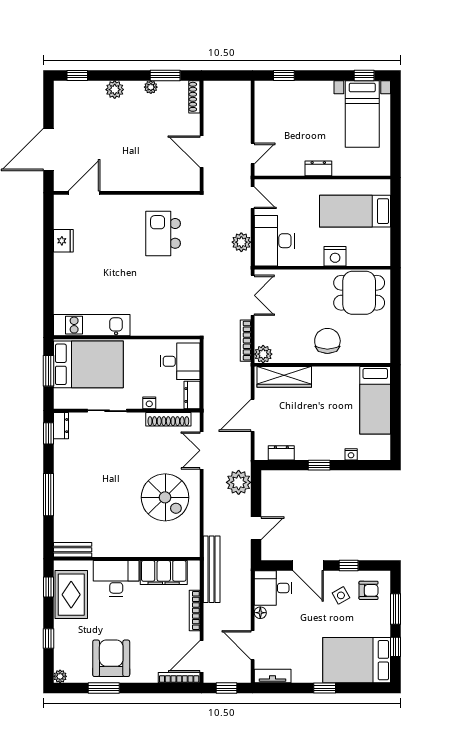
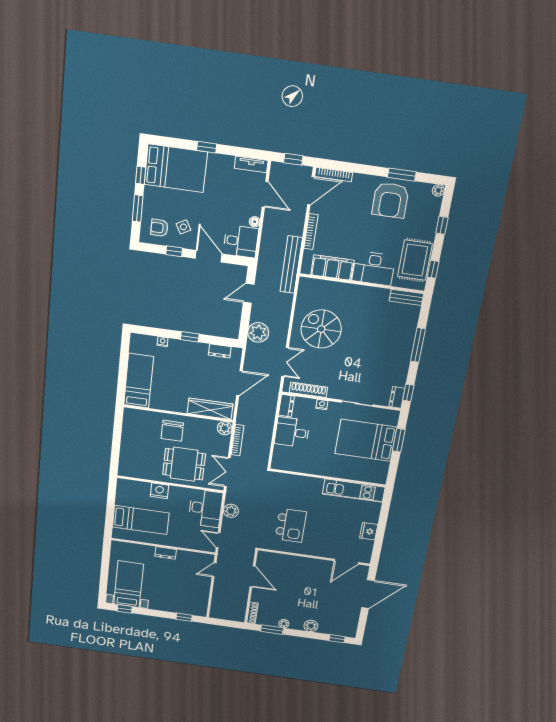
dining table: (359, 293) -> (184, 464), moved
kitchen unit: (92, 325) -> (354, 491), moved
wall: (127, 337) -> (328, 478), moved

